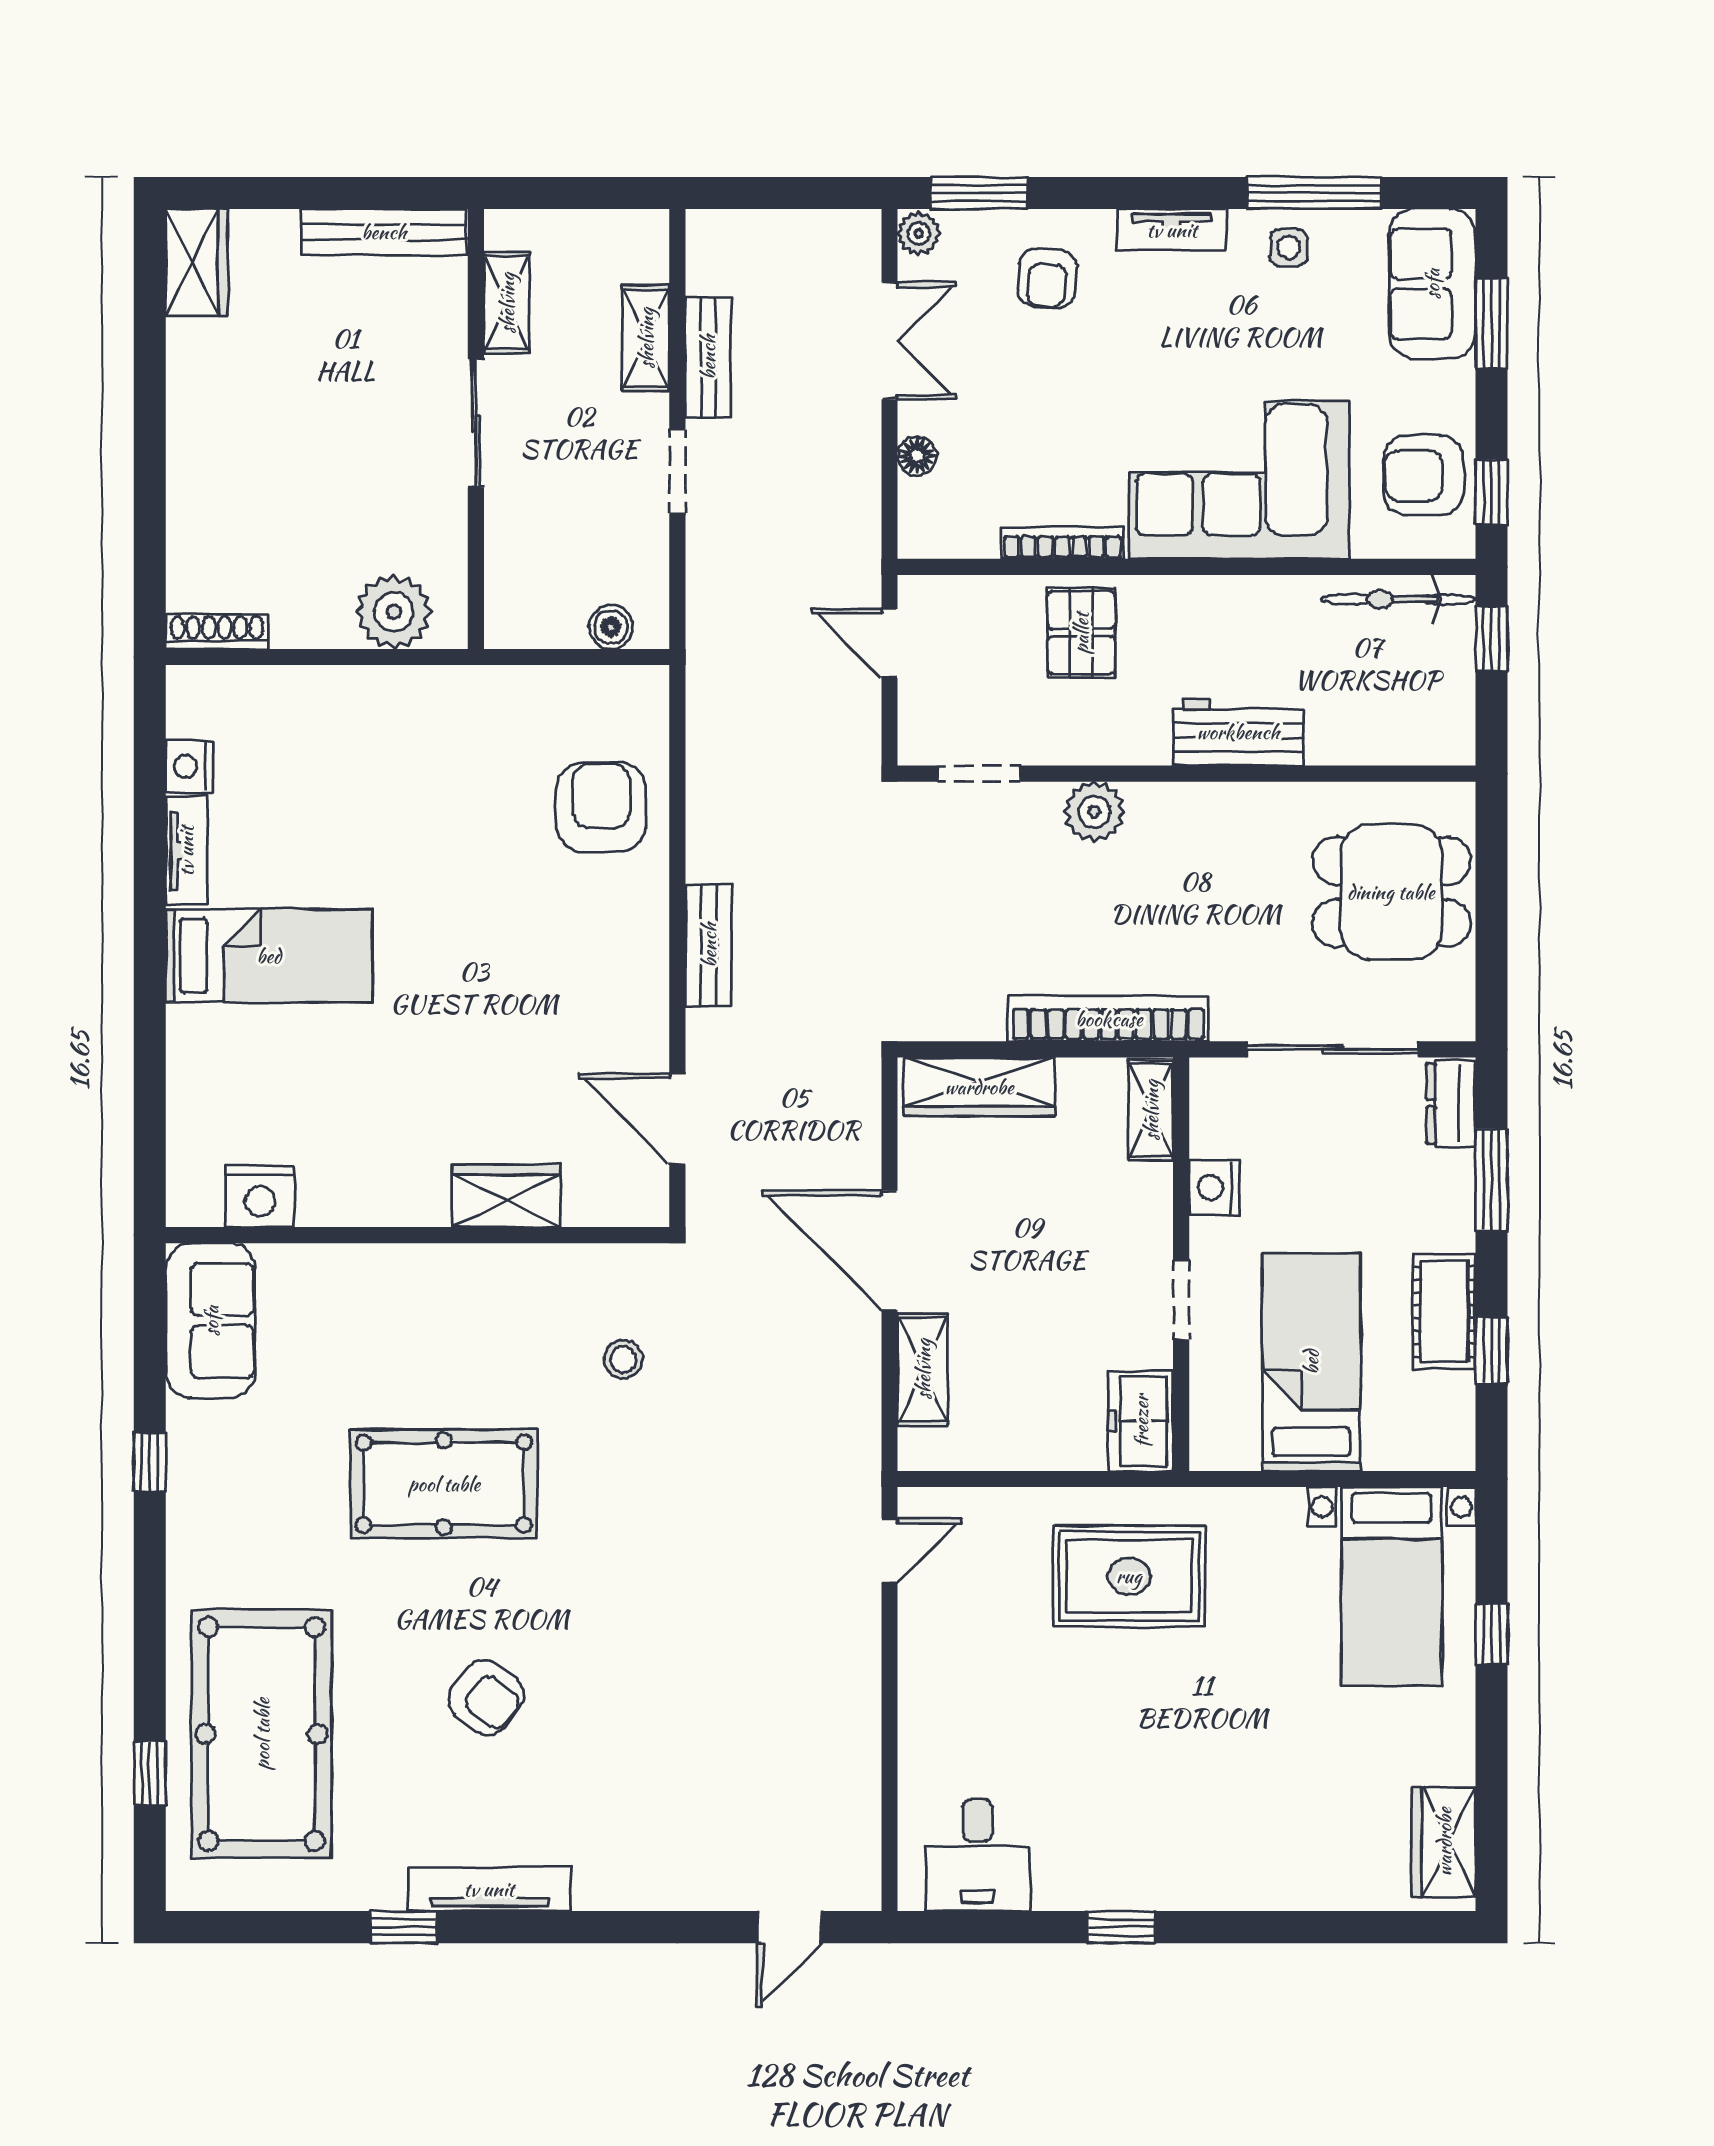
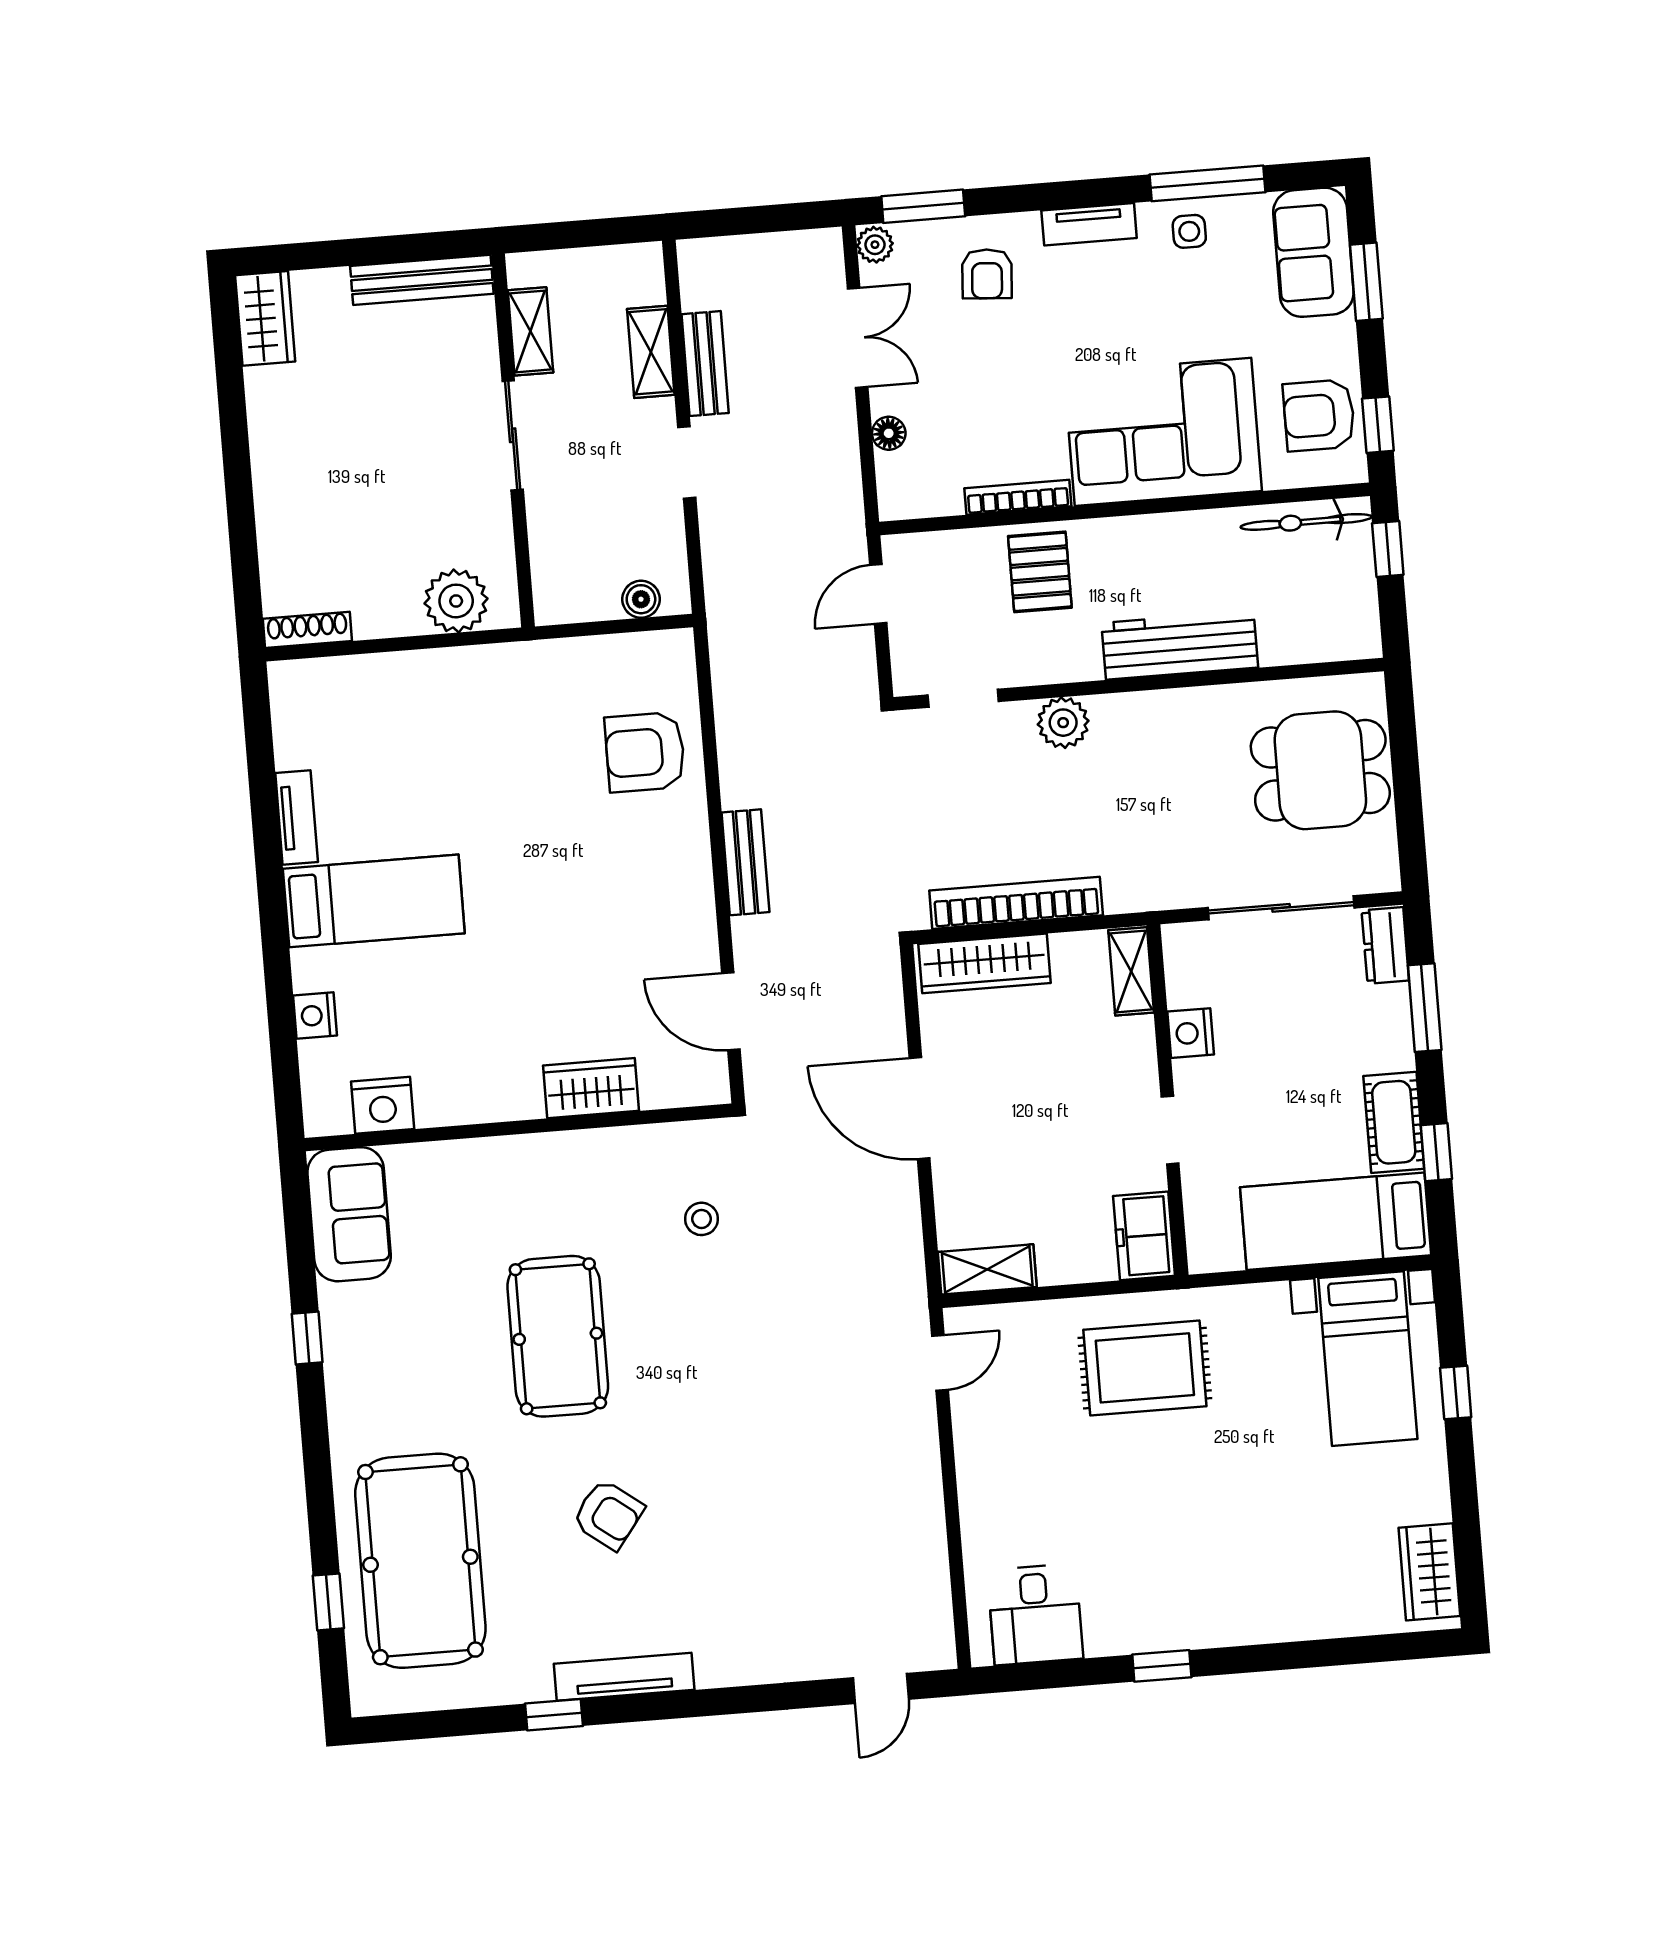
door: (890, 643) -> (878, 594), hinge flipped
workbench: (1238, 732) -> (1180, 645), width x1.38
nightstand: (189, 766) -> (315, 1016), moved
armchair: (601, 807) -> (645, 752), turned -90
bookcase: (1109, 1019) -> (1016, 903), moved
bed: (1311, 1362) -> (1336, 1221), moved, turned -90
shelving: (923, 1369) -> (987, 1269), moved, turned 90
pool table: (444, 1484) -> (558, 1336), turned 90

